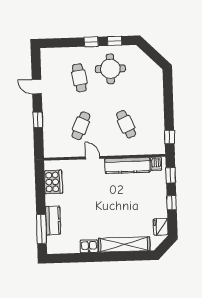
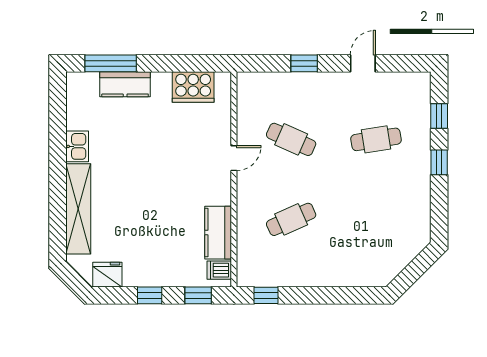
window: (115, 41) -> (439, 116), moved
round table: (110, 69) -> (390, 195), removed
kitchen counter: (127, 165) -> (218, 233), width x0.67

